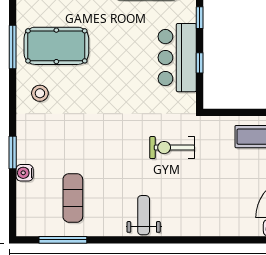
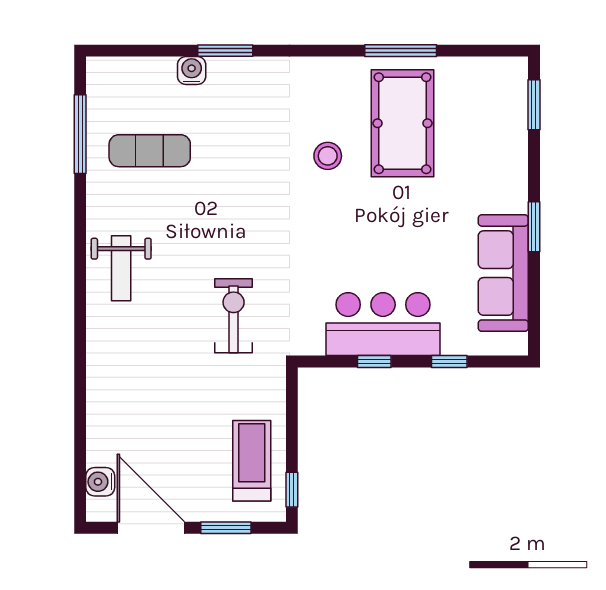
stool: (40, 93) -> (328, 156), moved
weight bench: (144, 215) -> (121, 268), turned 90

